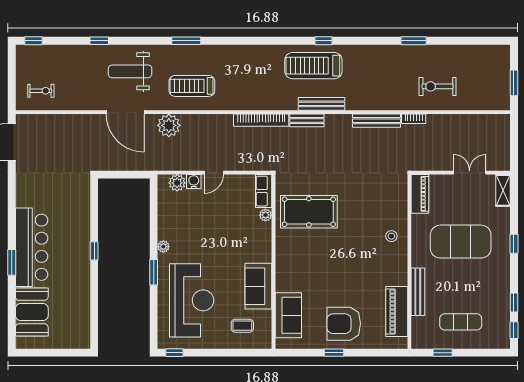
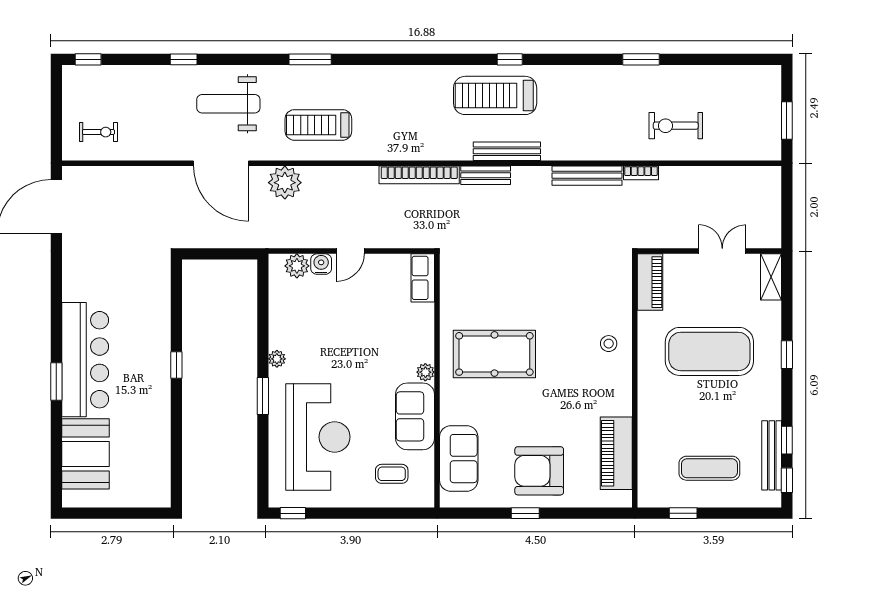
pool table: (309, 212) -> (494, 354), moved
plant: (265, 215) -> (425, 372), moved
bench: (418, 292) -> (772, 455), moved

